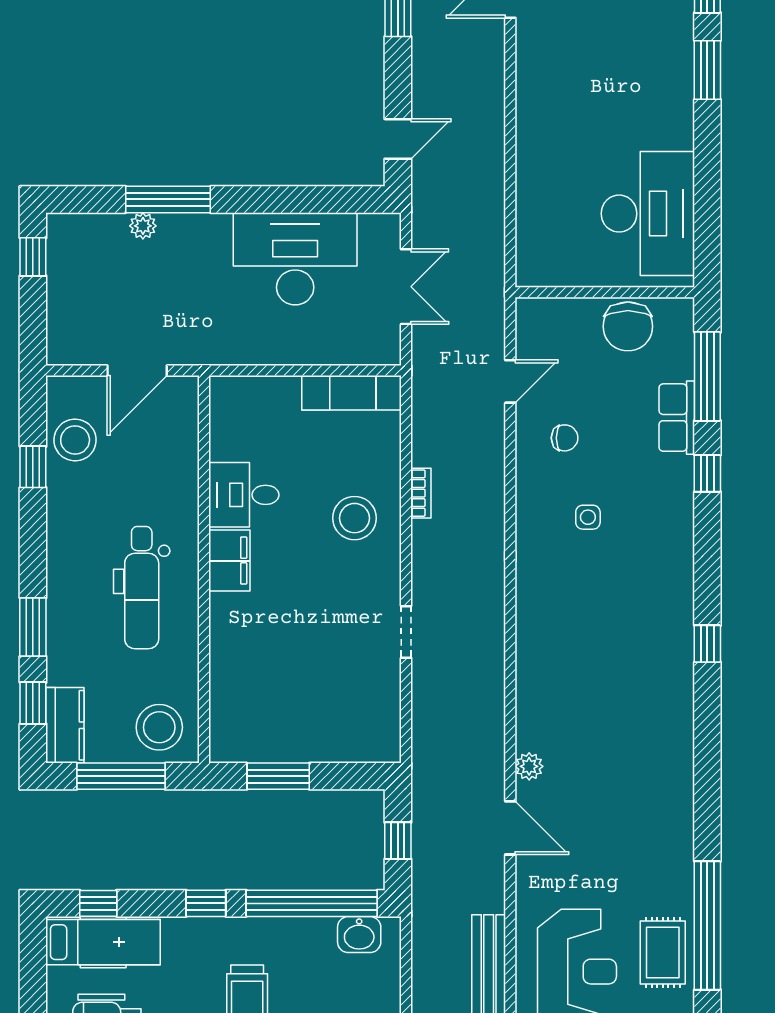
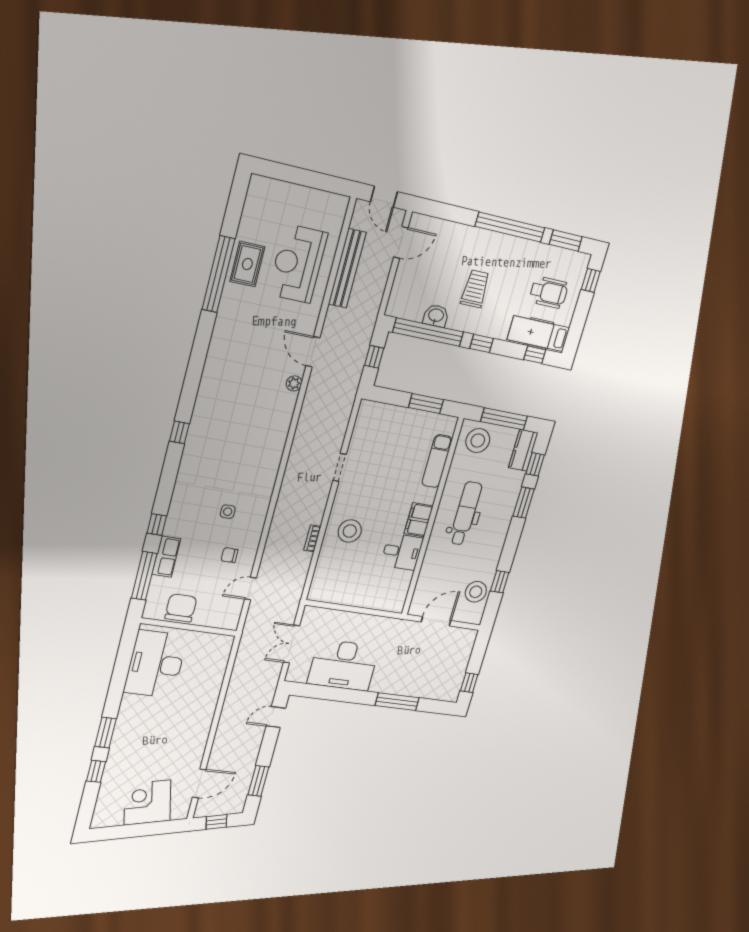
plant: (143, 226) -> (413, 691), removed
exam couch: (351, 393) -> (437, 461), moved, turned -90
washbasin: (359, 935) -> (436, 316), moved

